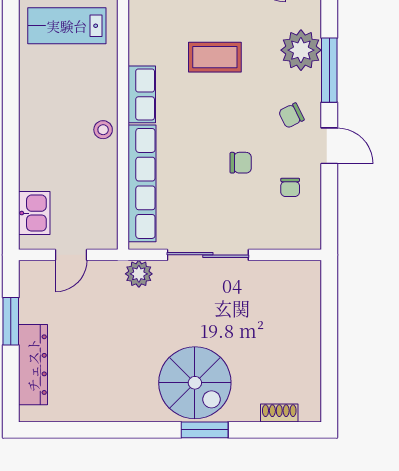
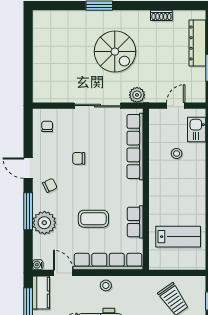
row of seats: (142, 94) -> (135, 222), moved
stool: (103, 130) -> (177, 153), moved
chair: (290, 187) -> (47, 126), moved
spiral stairs: (195, 383) -> (115, 52), moved, turned 180
shoe rack: (279, 413) -> (161, 15), moved

